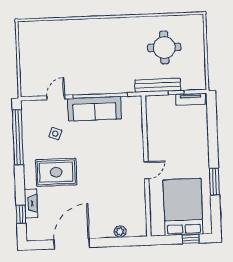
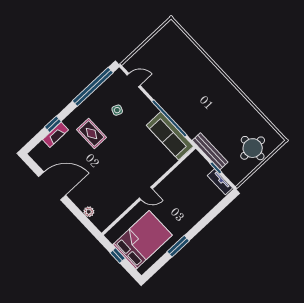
round table: (164, 48) -> (253, 148), moved
door: (56, 97) -> (134, 80), moved
sofa: (95, 109) -> (170, 136), moved
rug: (56, 172) -> (91, 133), width x0.73, depth x0.70
window: (21, 214) -> (53, 124), moved
window: (191, 239) -> (118, 256), moved

